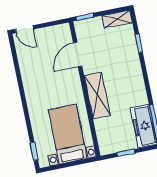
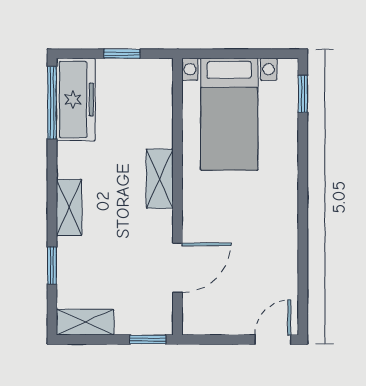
door: (24, 29) -> (273, 339), hinge flipped
shelving: (136, 73) -> (69, 207), added
shelving: (97, 96) -> (160, 179), width x0.67, depth x0.75

